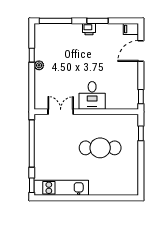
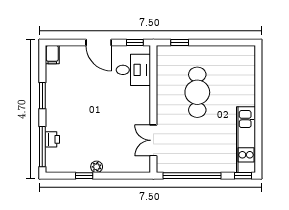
printer: (89, 29) -> (52, 139), moved
door: (141, 51) -> (99, 42), moved
desk: (92, 95) -> (133, 70), moved

